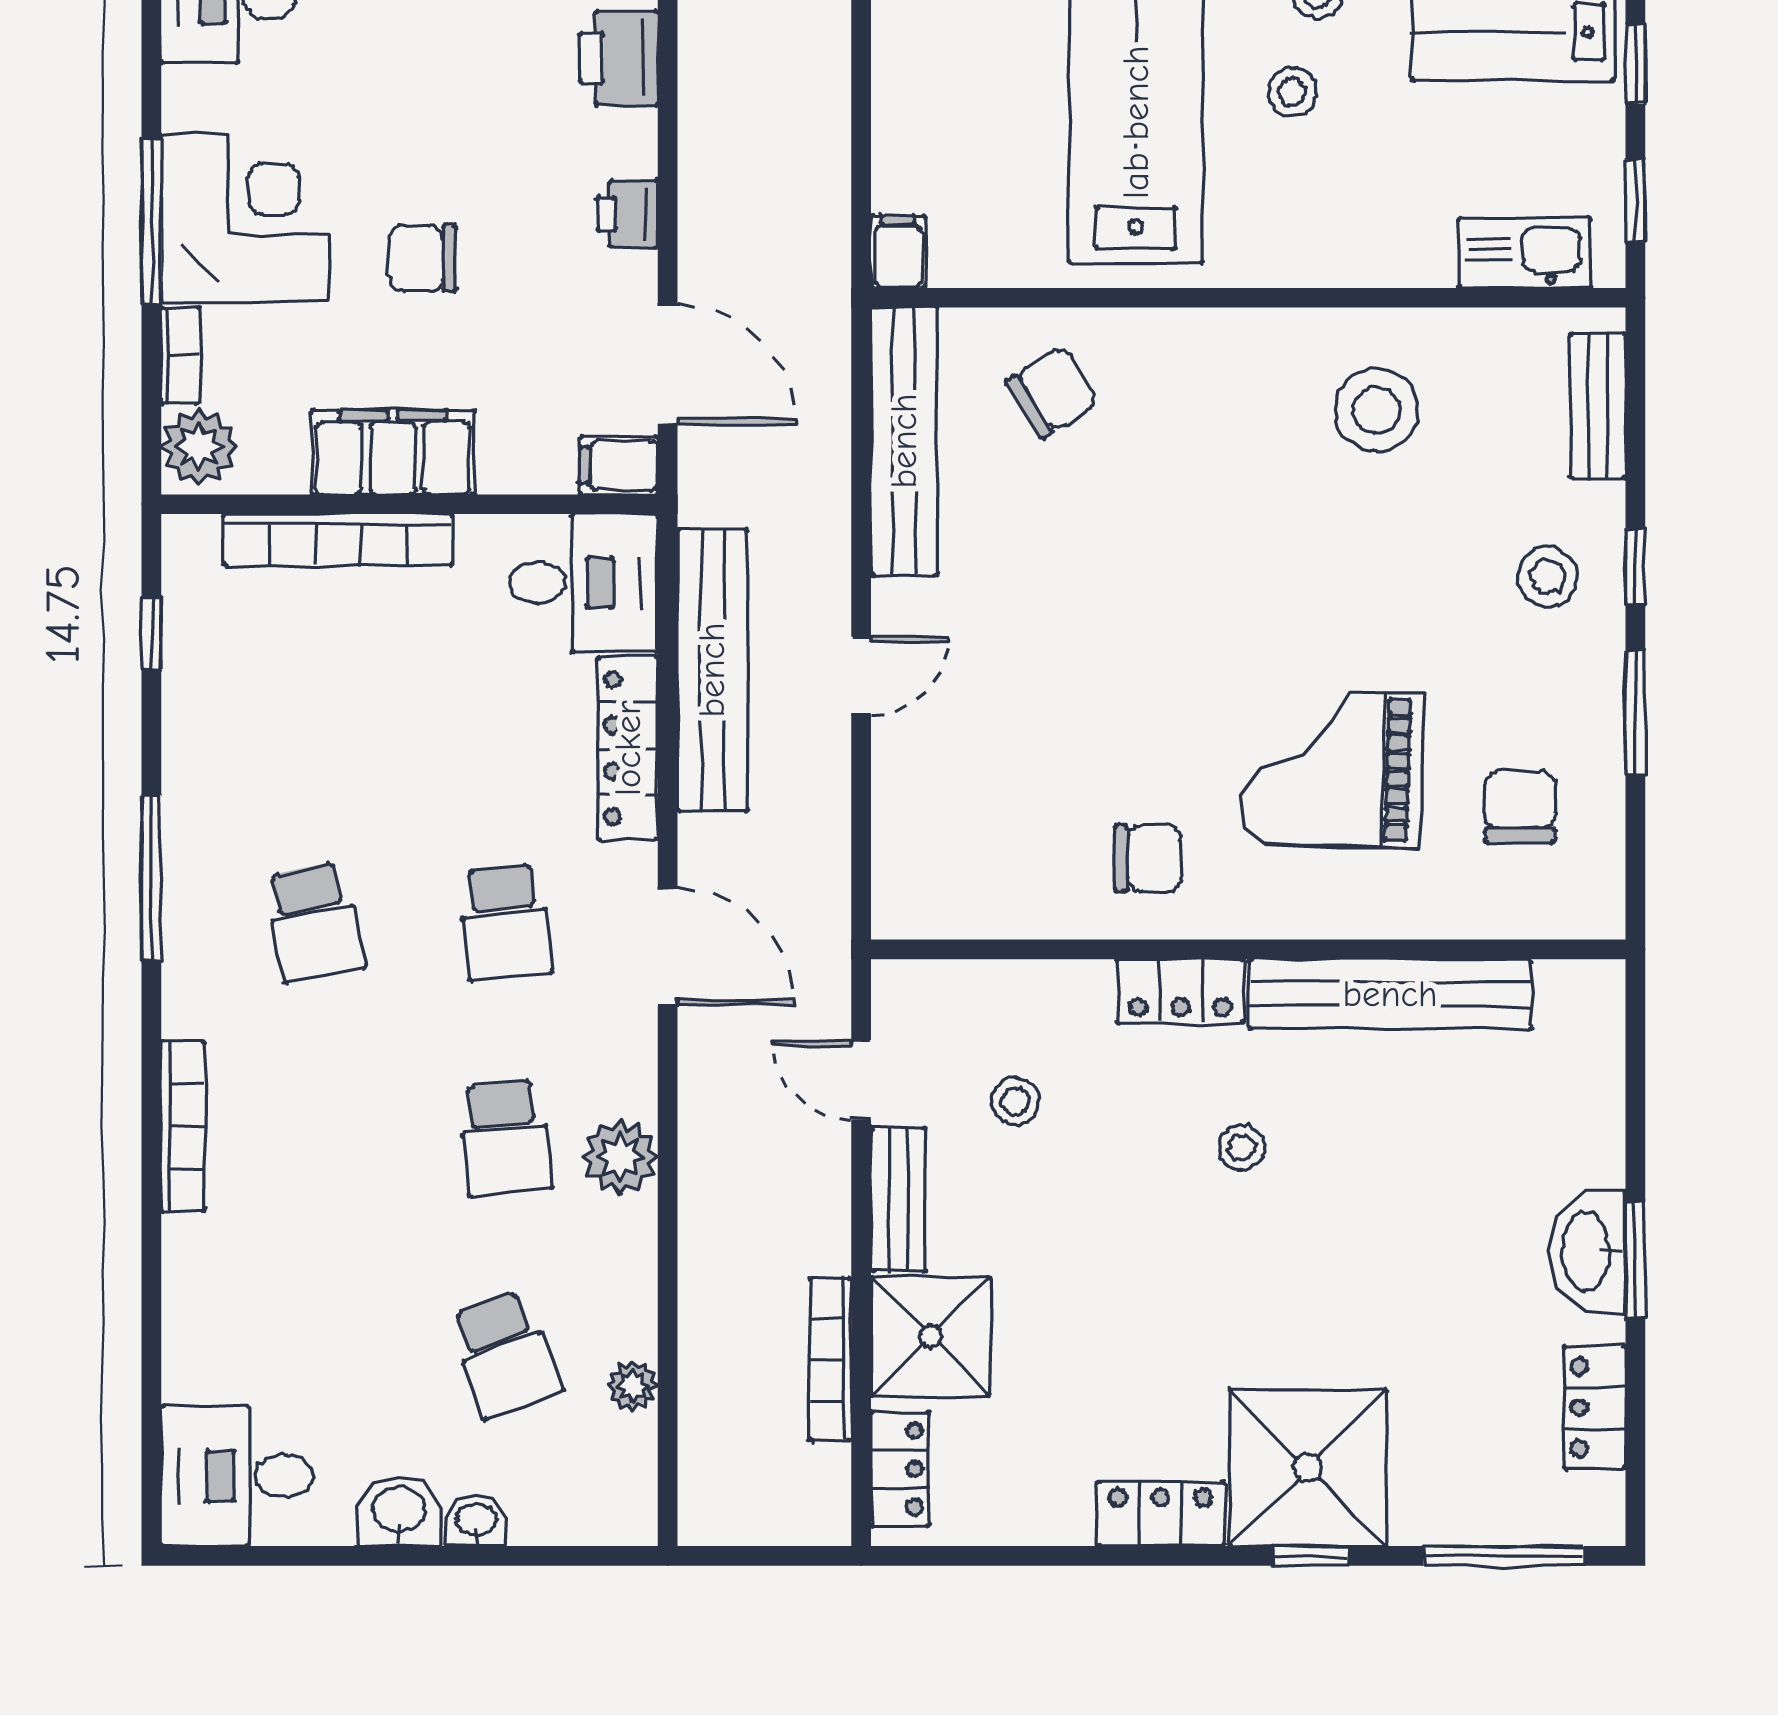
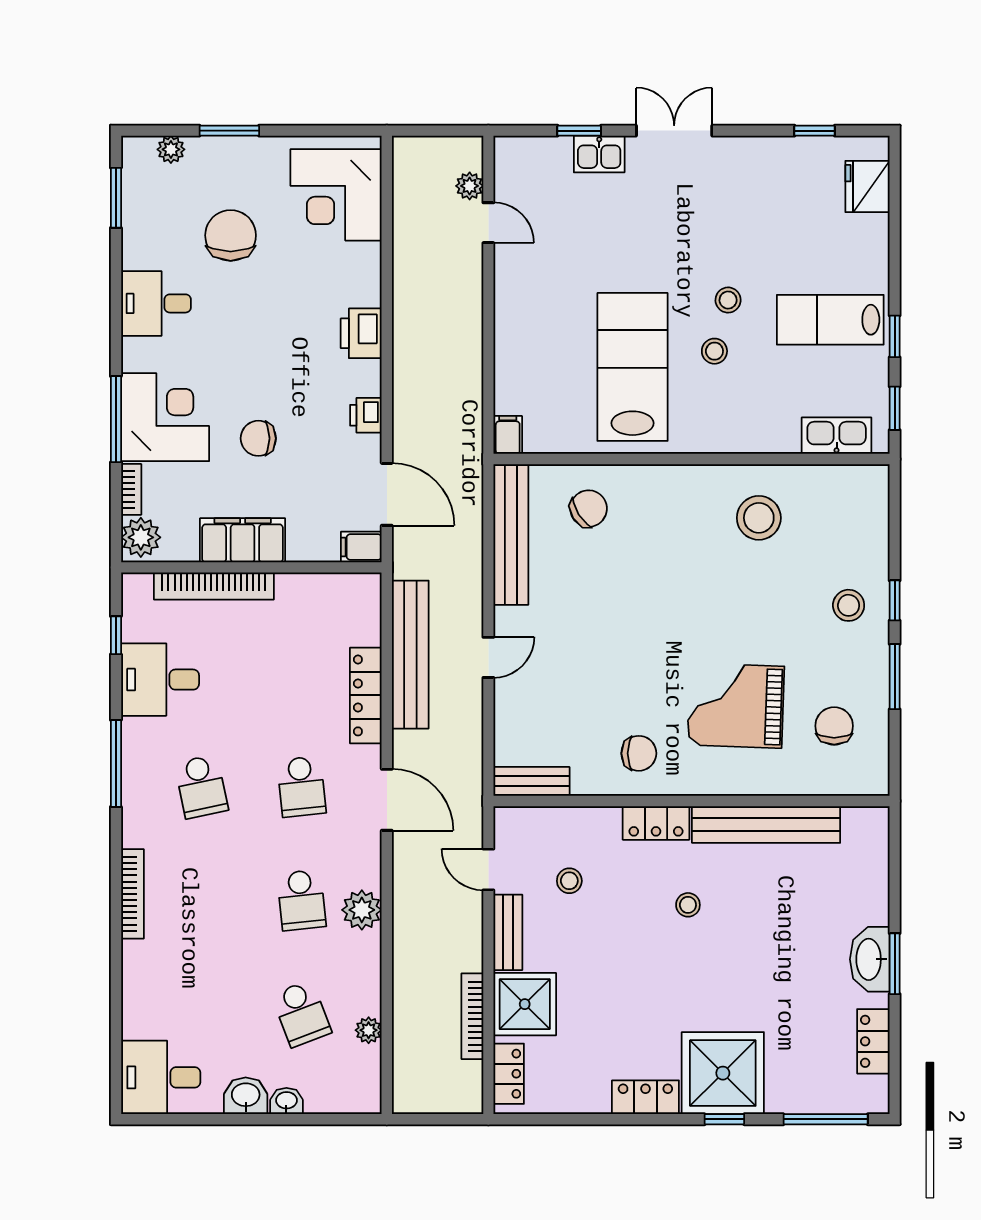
bench: (1598, 406) -> (531, 781), moved, turned 90
desk: (584, 583) -> (160, 680), moved, turned 180

